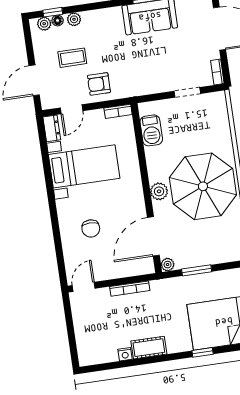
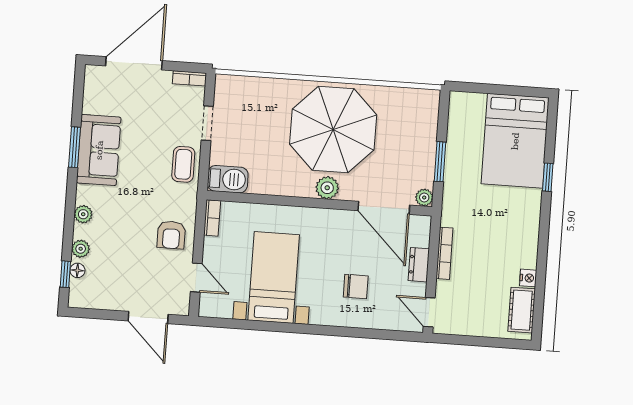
plant: (44, 24) -> (83, 214), moved
coffee table: (72, 58) -> (183, 164), moved
dresser: (52, 128) -> (419, 265), moved, turned -90
barbecue: (151, 130) -> (228, 179), moved
cot: (149, 348) -> (522, 310), moved

